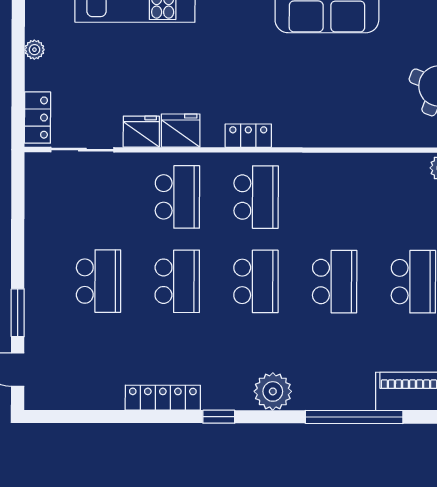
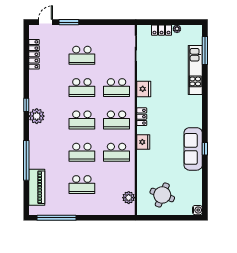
locker: (38, 118) -> (161, 30), moved
fridge: (141, 132) -> (143, 142), moved
school desk: (335, 197) -> (117, 152), added
plant: (273, 391) -> (37, 116), moved
locker: (163, 398) -> (34, 54), moved

